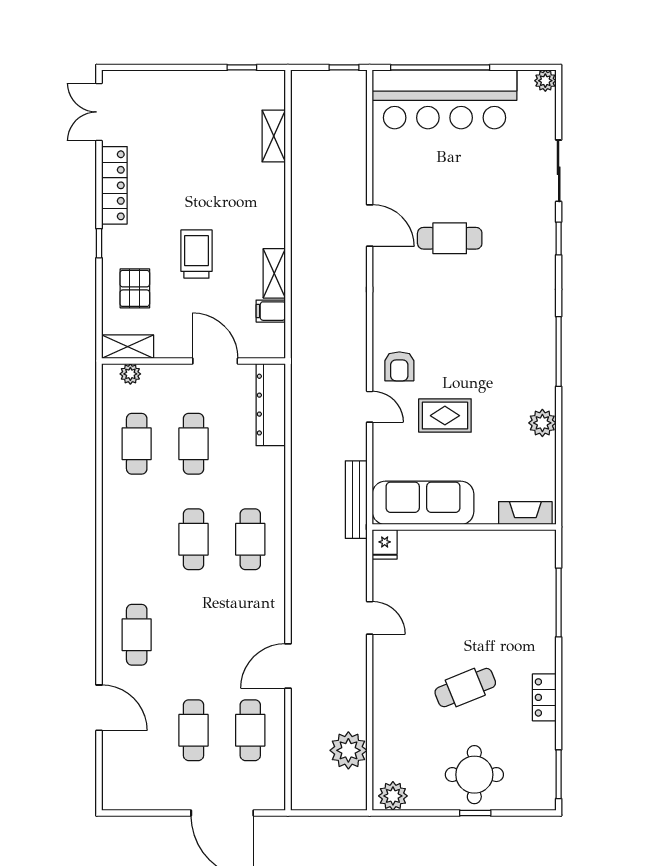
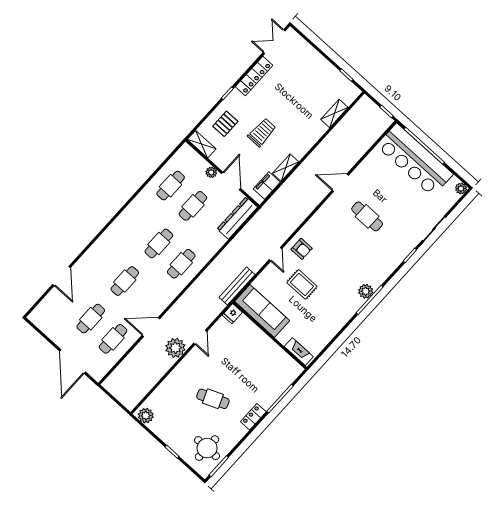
door: (370, 225) -> (340, 183), swing flipped
filing cabinet: (271, 311) -> (267, 186), width x2.00
armchair: (399, 366) -> (302, 249), turned -90
plant: (130, 374) -> (211, 172), moved
plant: (542, 423) -> (366, 291), moved
cafe table: (137, 635) -> (125, 281), moved
locker: (544, 697) -> (253, 417), moved
plant: (348, 750) -> (175, 348), moved
round table: (474, 775) -> (207, 448), moved

